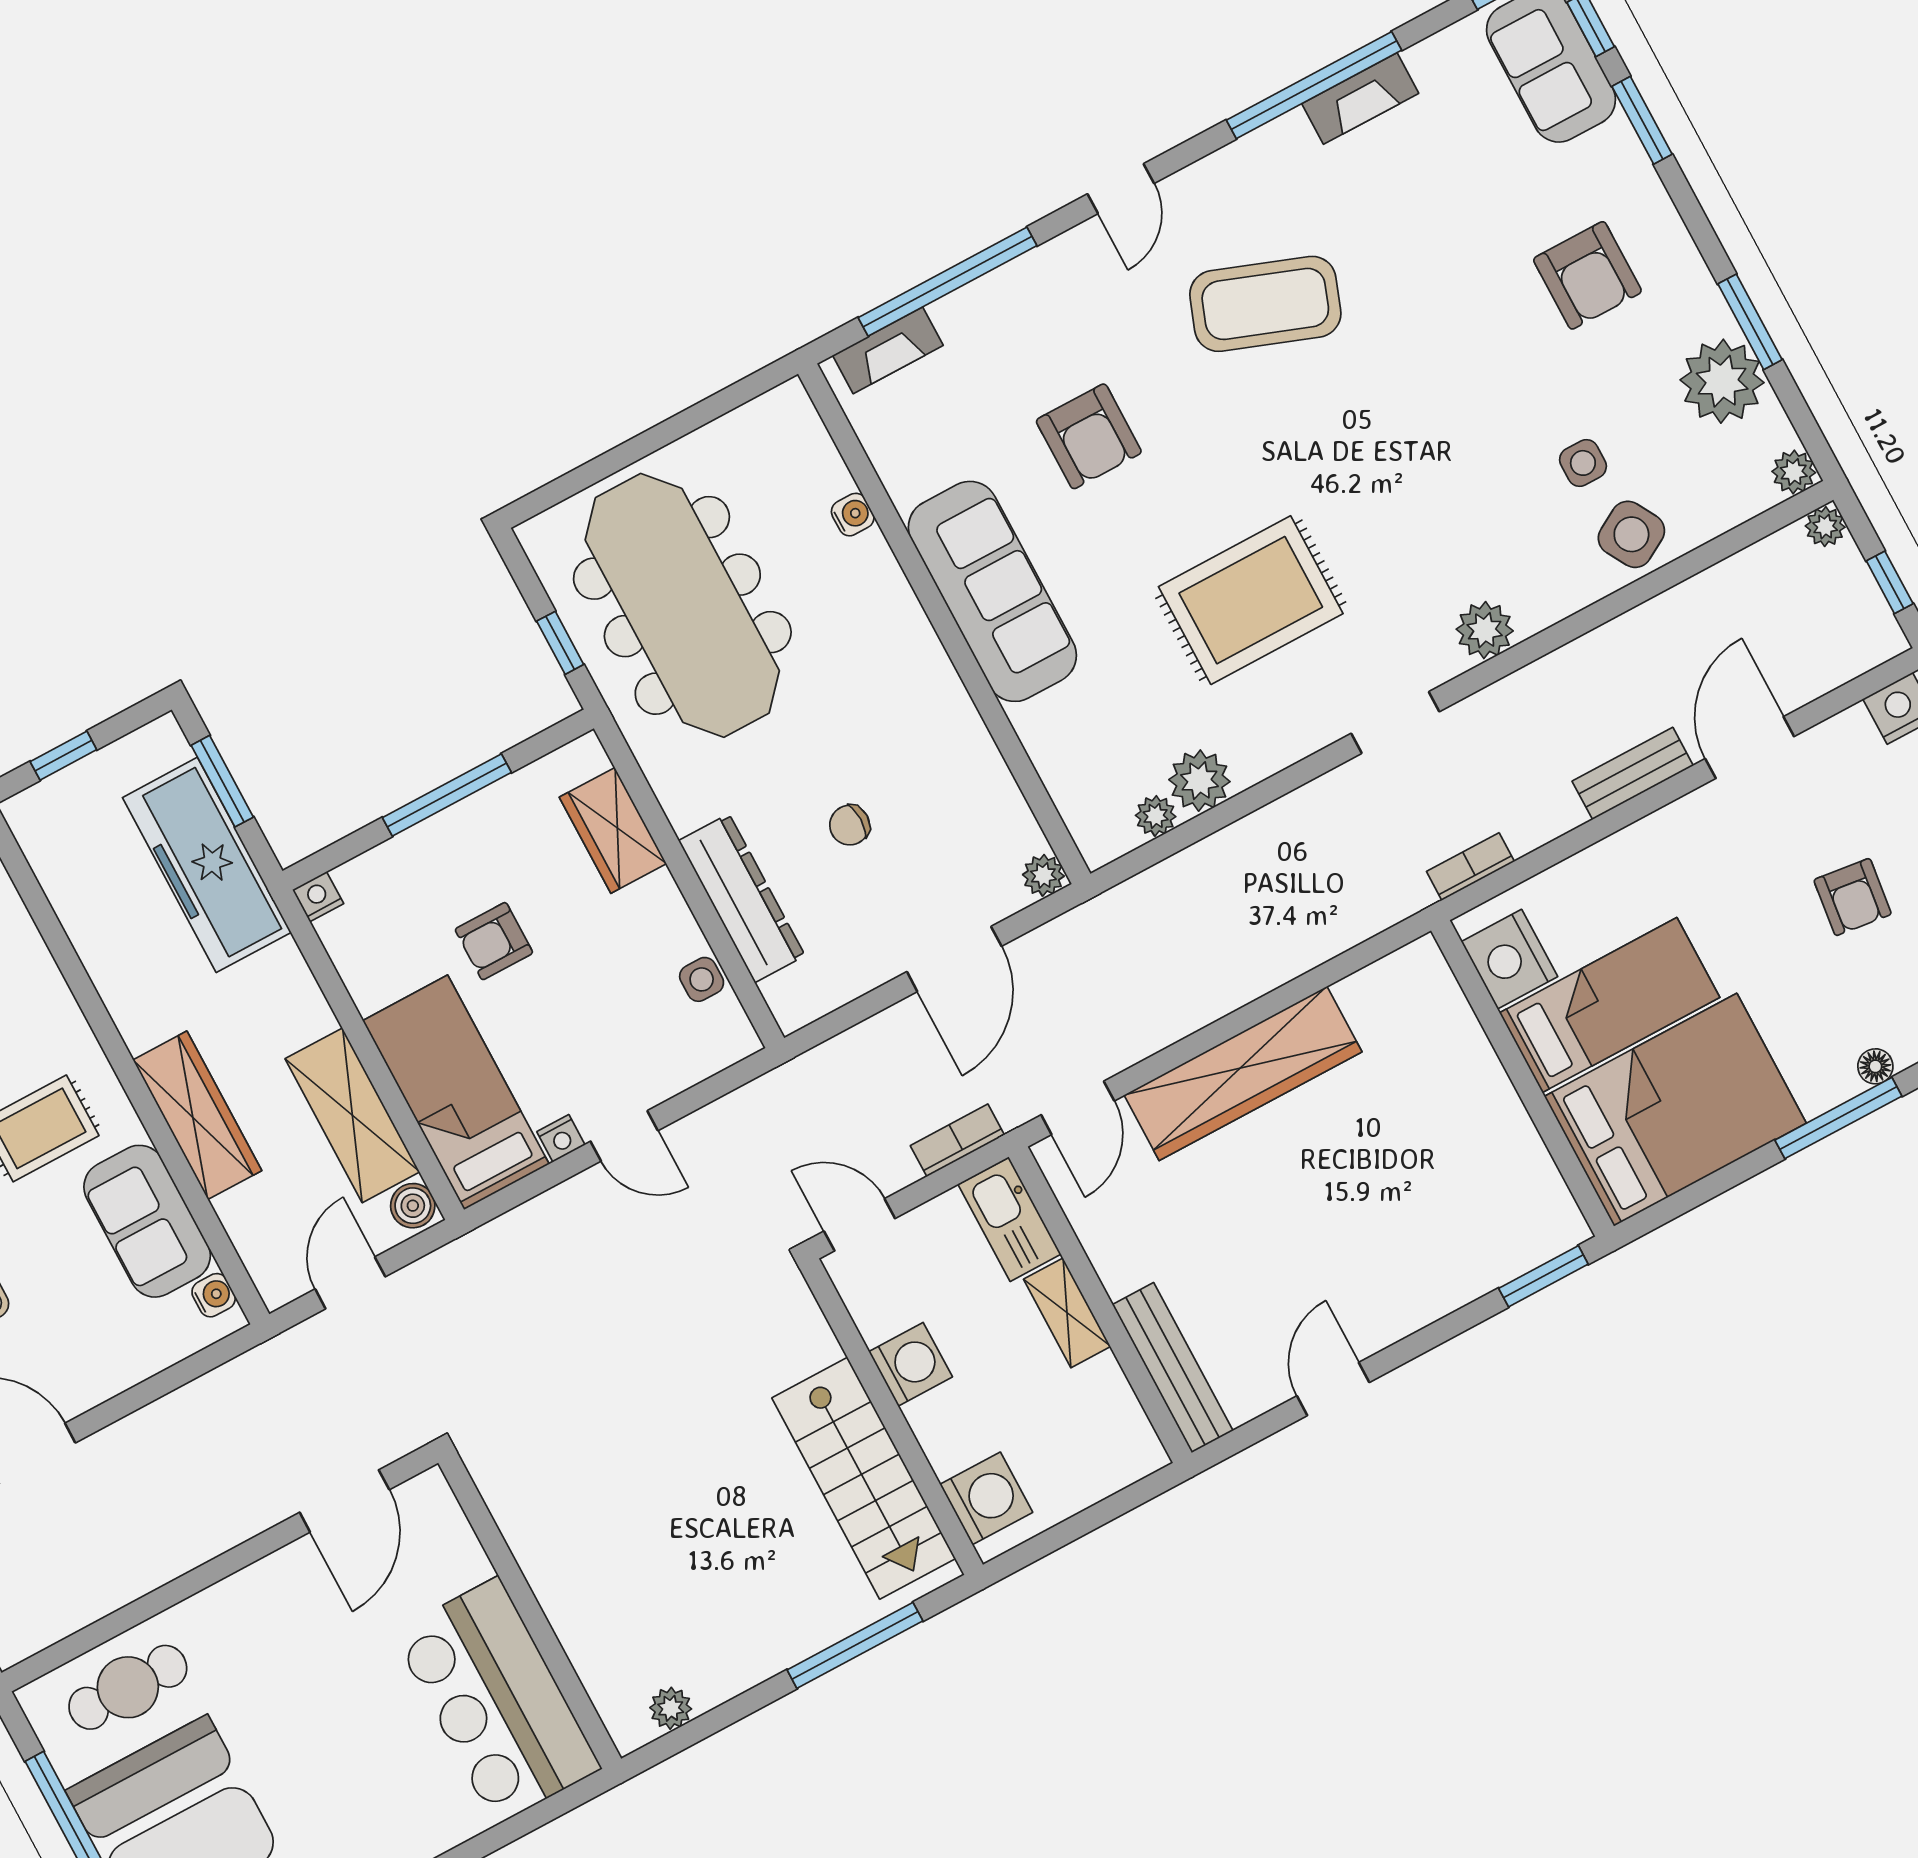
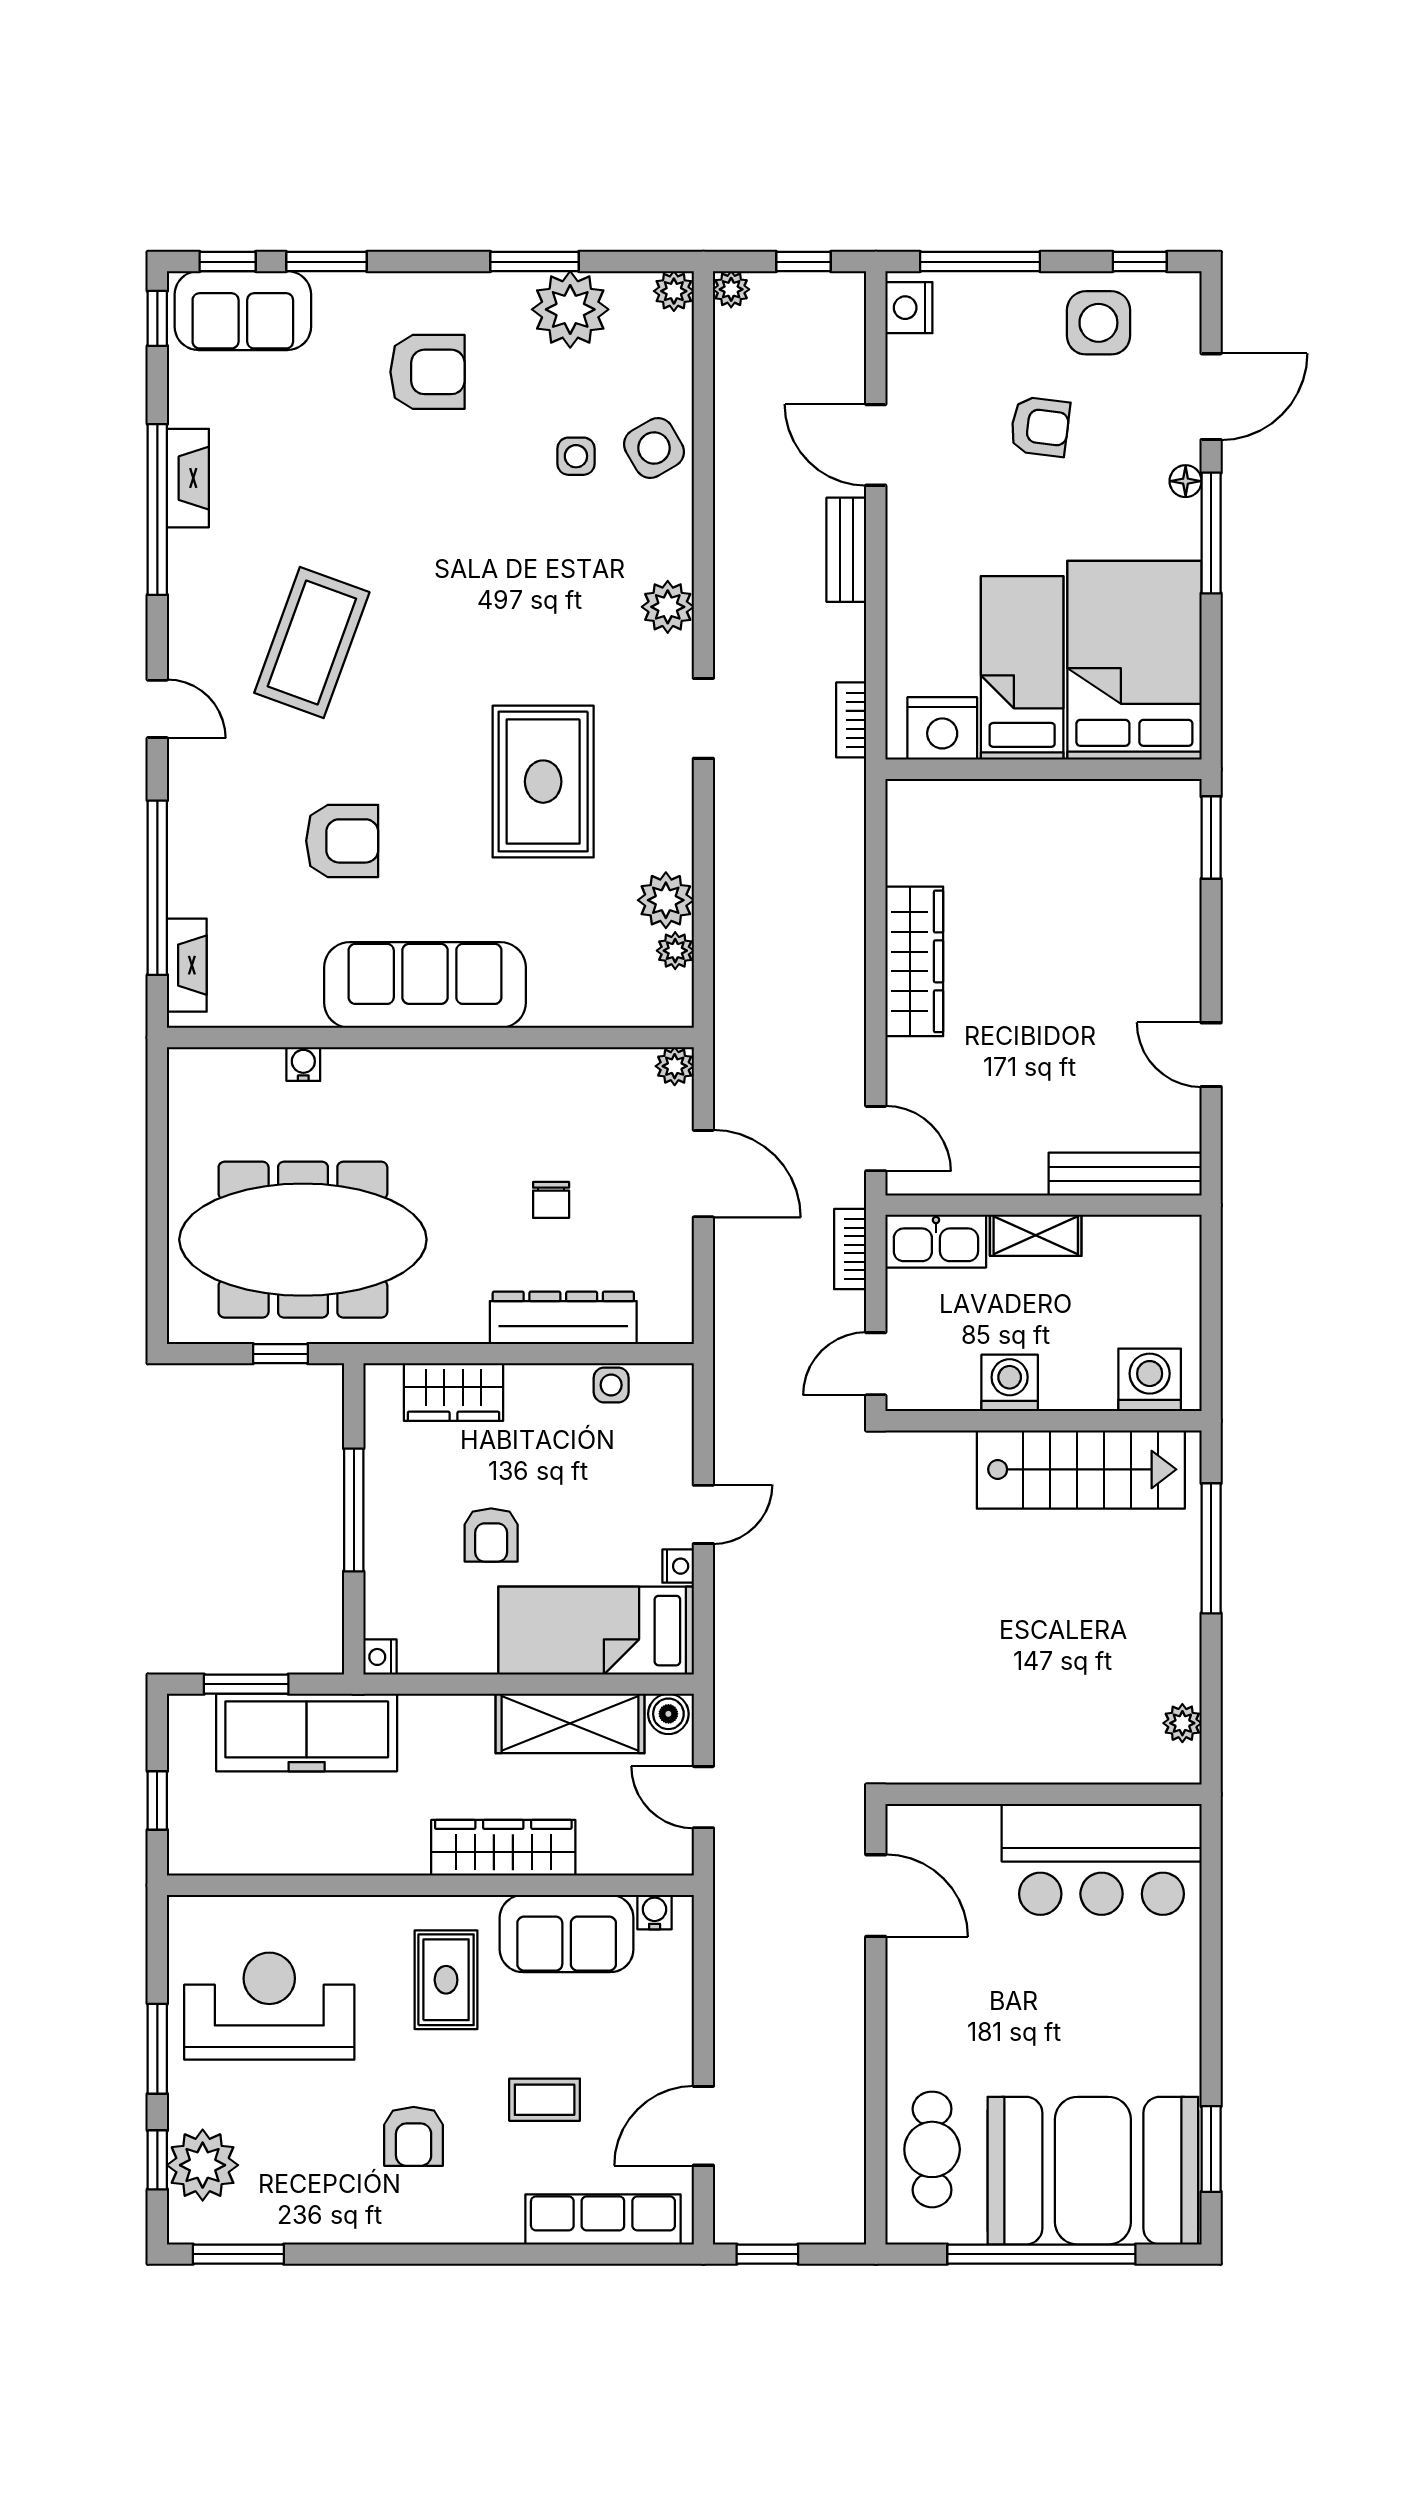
wardrobe: (1243, 1073) -> (914, 961), width x0.71, depth x0.85

